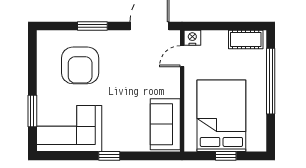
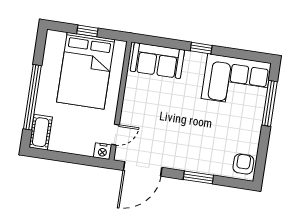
cot: (246, 40) -> (41, 132), moved, turned 90
armchair: (80, 65) -> (243, 164), moved, width x0.53, depth x0.53
window: (32, 111) -> (270, 103), width x1.44
sofa: (165, 124) -> (157, 61), moved, turned 90

